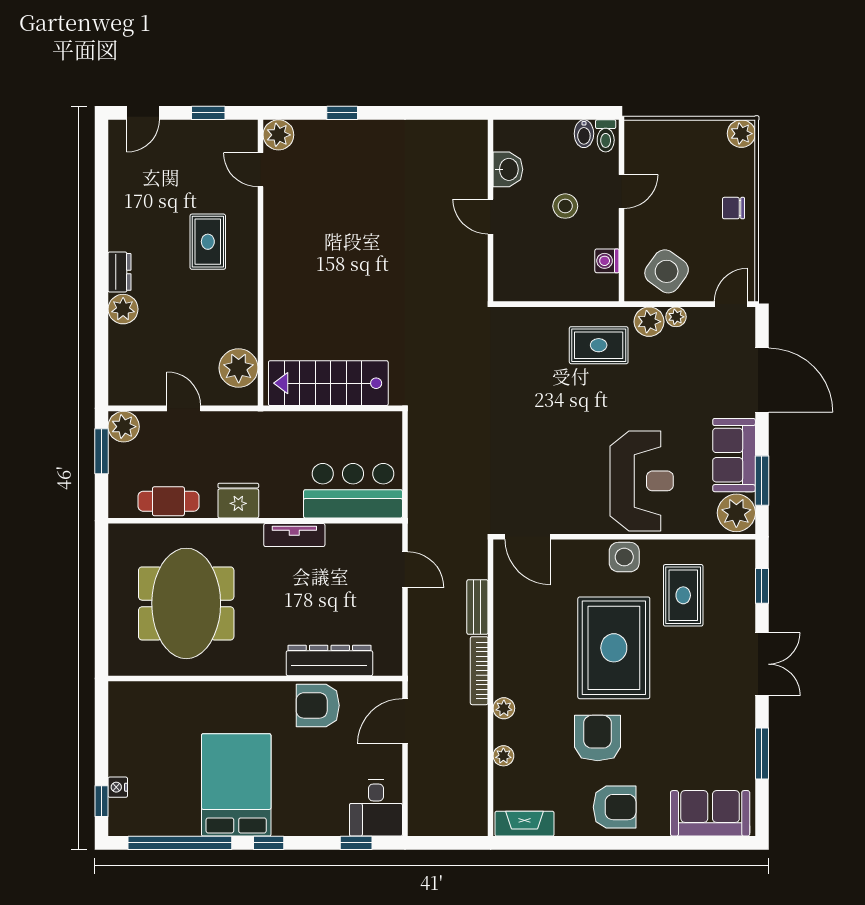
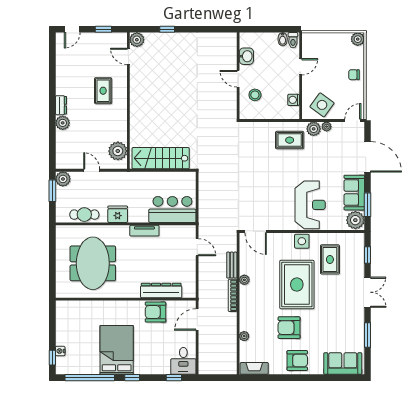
stool: (565, 206) -> (255, 95), moved
plant: (504, 708) -> (244, 280), moved
armchair: (598, 738) -> (289, 328), turned -90

